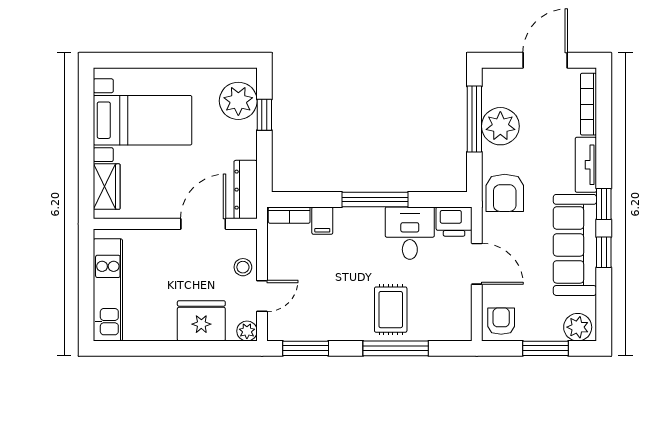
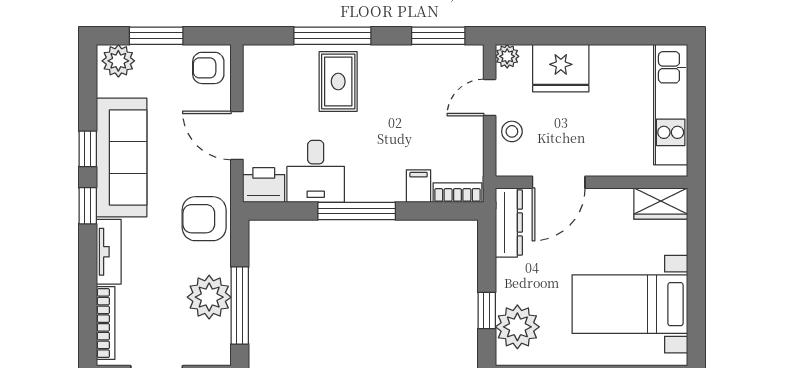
wardrobe: (107, 187) -> (661, 204), moved, turned -90
armchair: (505, 193) -> (204, 219), turned -90
armchair: (501, 321) -> (208, 68), turned 90

